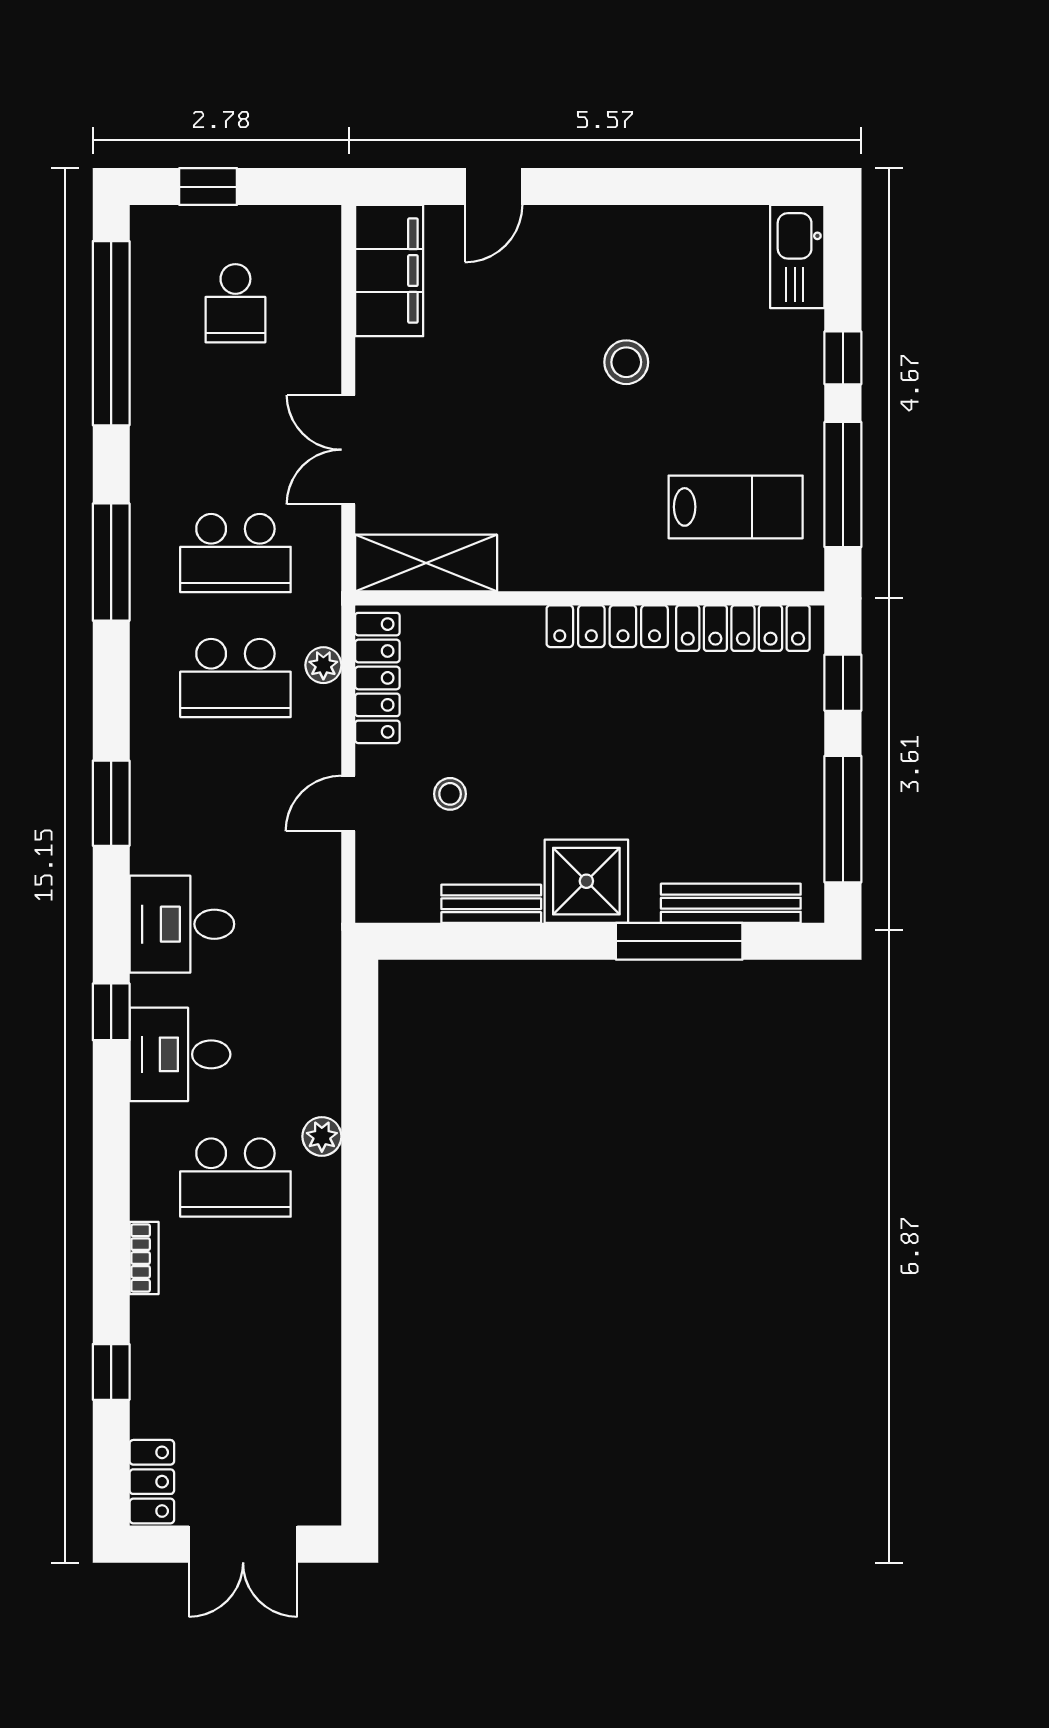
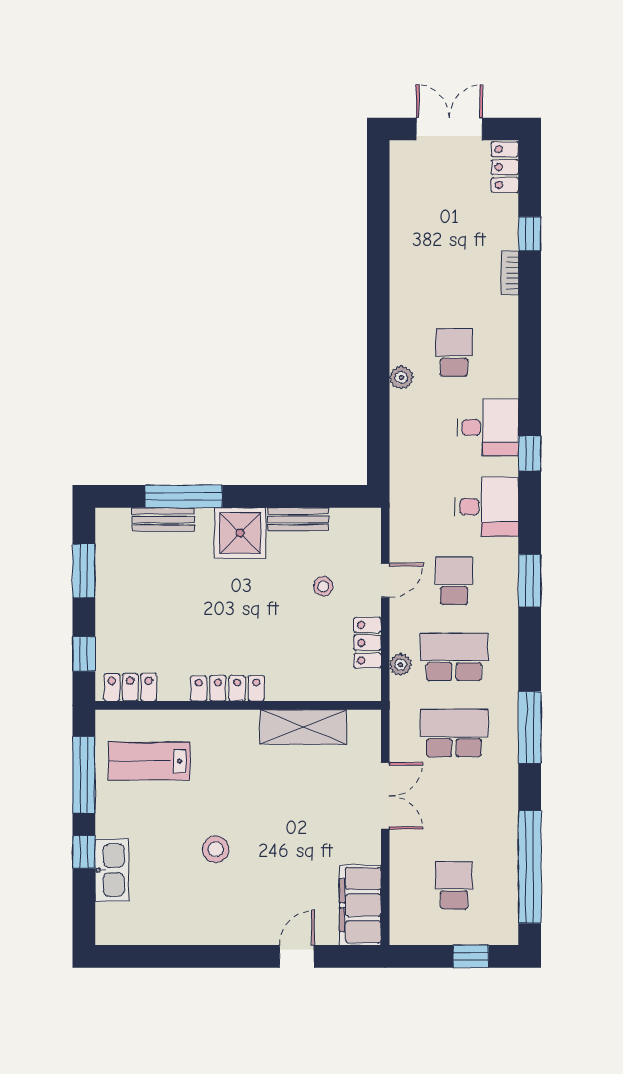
kitchen sink: (797, 256) -> (112, 870), moved
shelving: (426, 563) -> (303, 727), moved
locker: (743, 628) -> (130, 687), width x0.66
locker: (377, 678) -> (367, 643), width x0.66
school desk: (235, 803) -> (454, 581), added
window: (843, 819) -> (84, 571), width x0.69
bench: (731, 903) -> (163, 520), width x0.73
school desk: (235, 1178) -> (454, 352), width x0.54
bookcase: (144, 1258) -> (510, 273), moved

